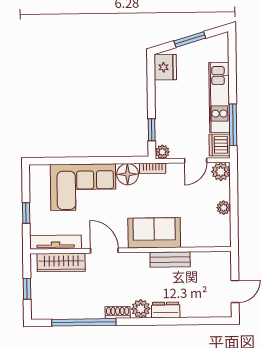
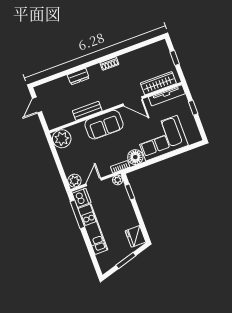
plant: (224, 208) -> (62, 139), moved, width x1.87, depth x1.87
plant: (141, 309) -> (95, 71), removed
window: (84, 322) -> (129, 49), removed

